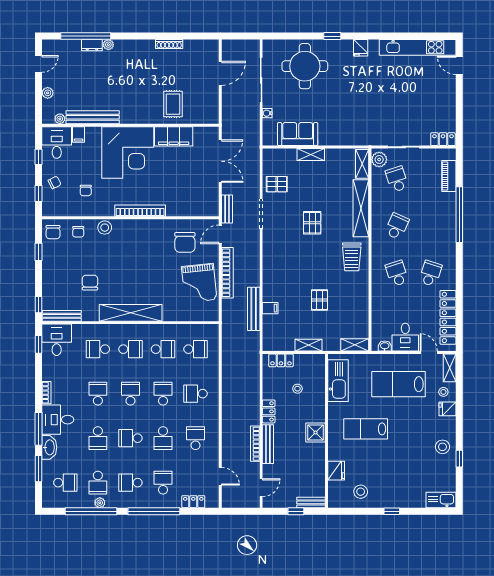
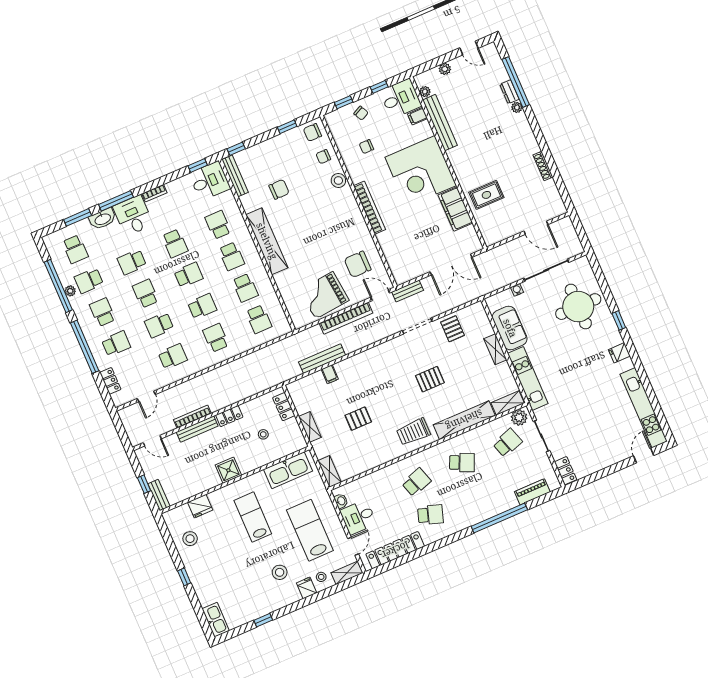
kitchen unit: (348, 137) -> (528, 378), added
school desk: (98, 394) -> (175, 243), turned 90
stool: (442, 447) -> (280, 572), moved

